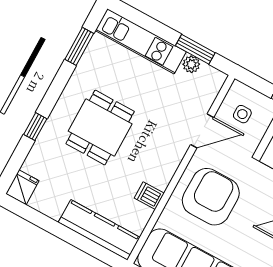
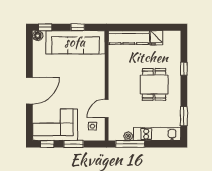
window: (195, 49) -> (130, 144), width x1.44
fridge: (23, 187) -> (156, 38), moved
dishwasher: (149, 196) -> (115, 66), removed
armchair: (211, 197) -> (86, 81), removed

